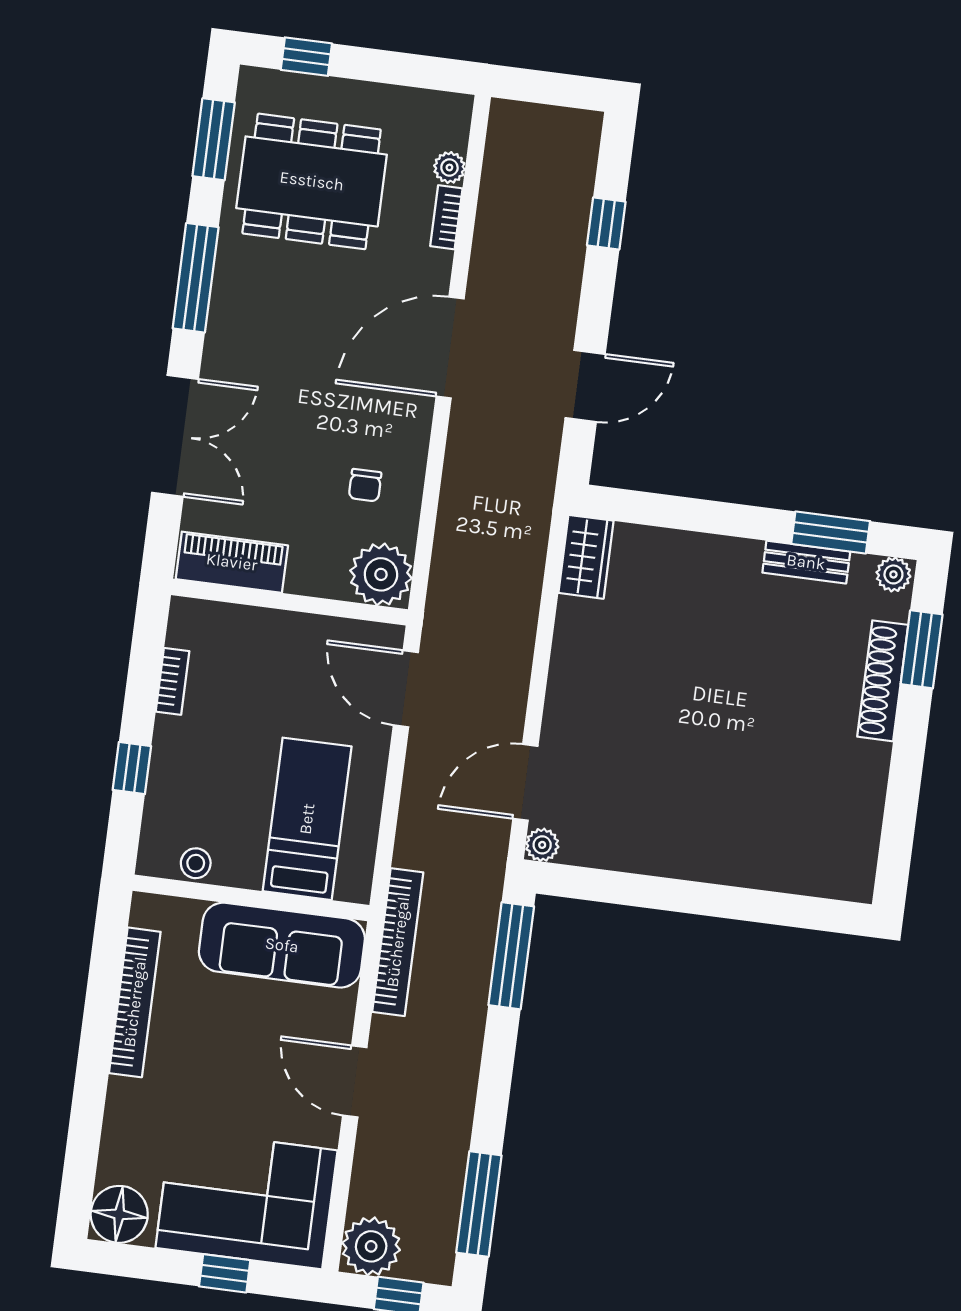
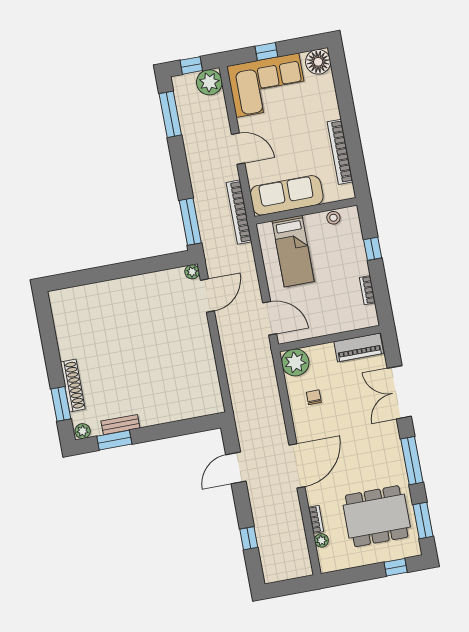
wardrobe: (586, 557) -> (213, 397), removed

